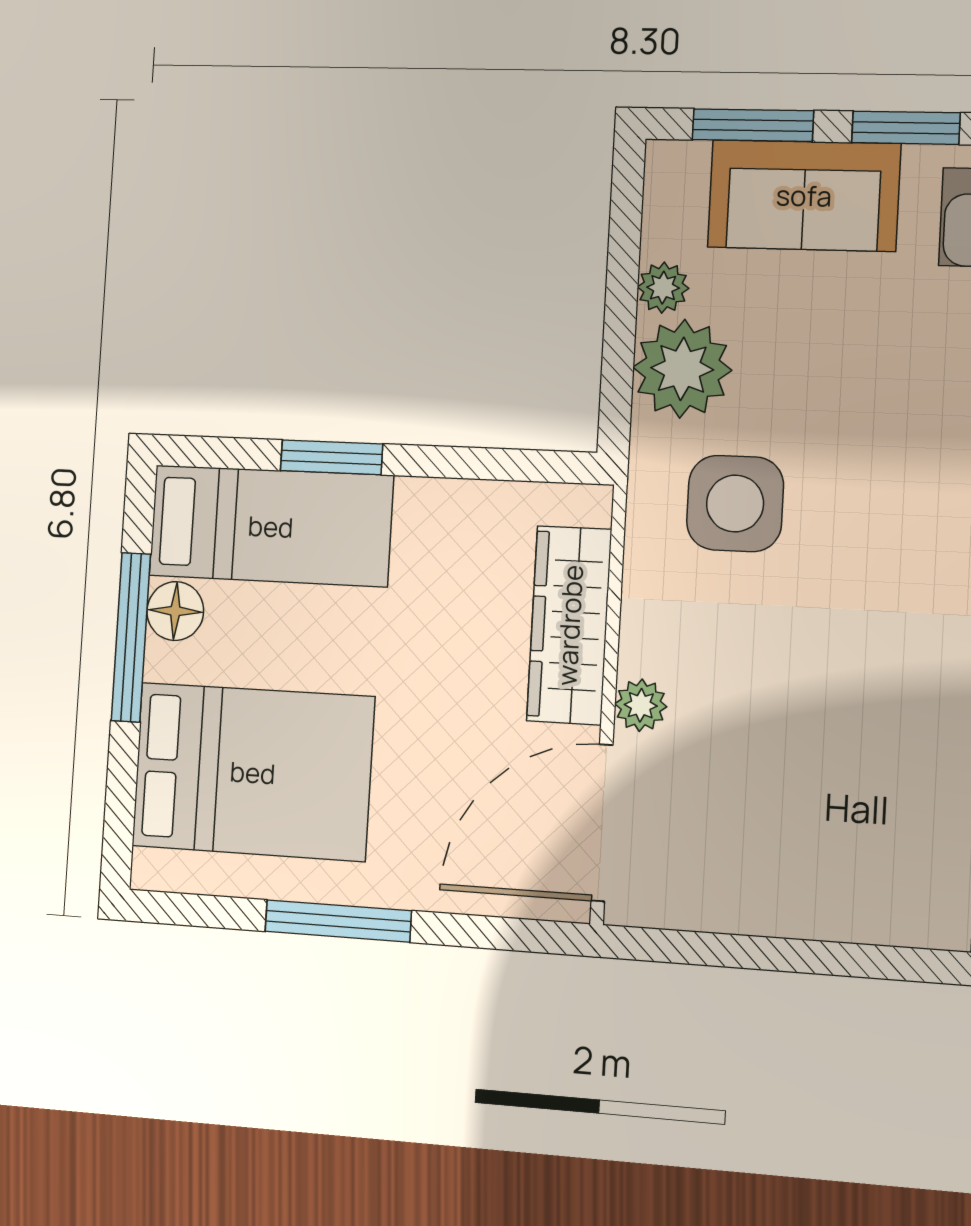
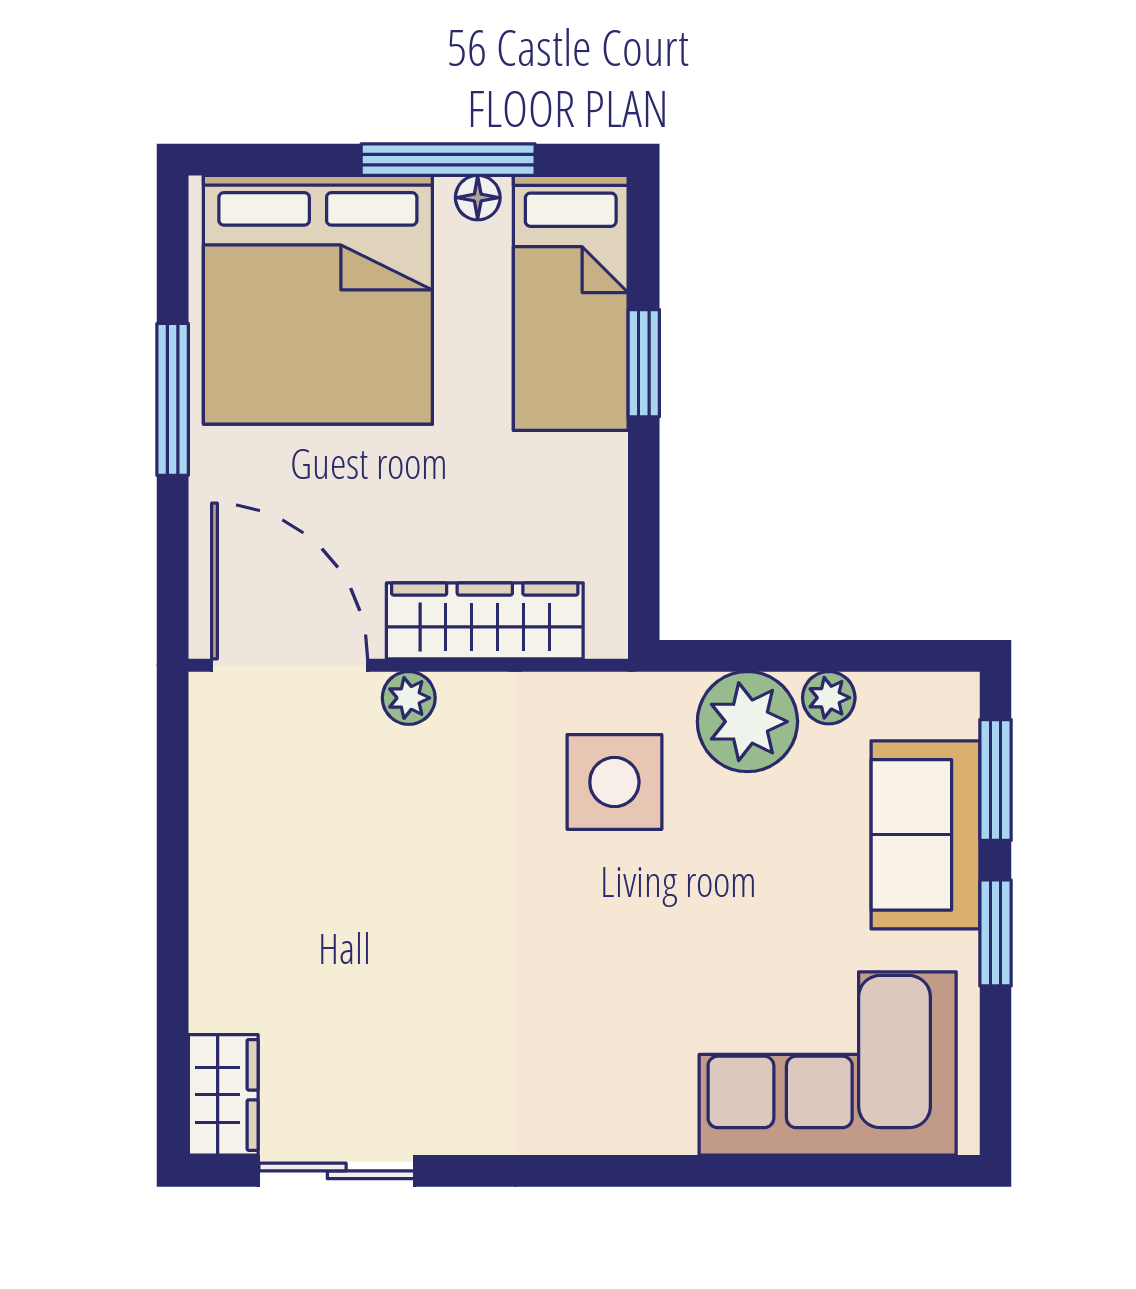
floor lamp: (175, 611) -> (478, 198), width x0.73, depth x0.73
bed: (253, 772) -> (318, 300), width x1.36

